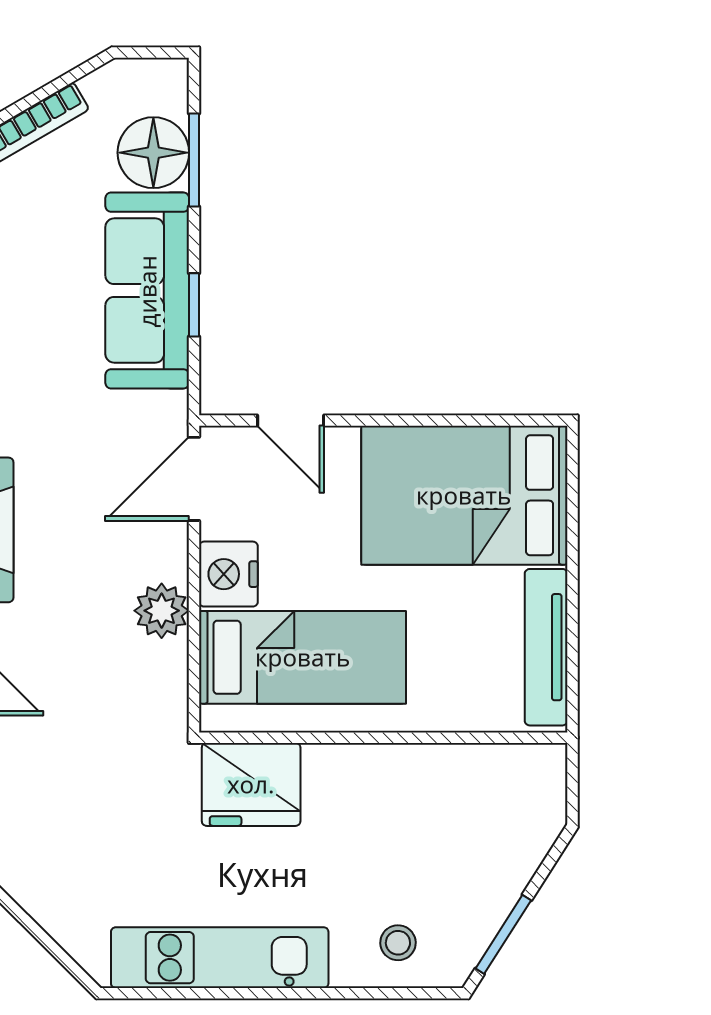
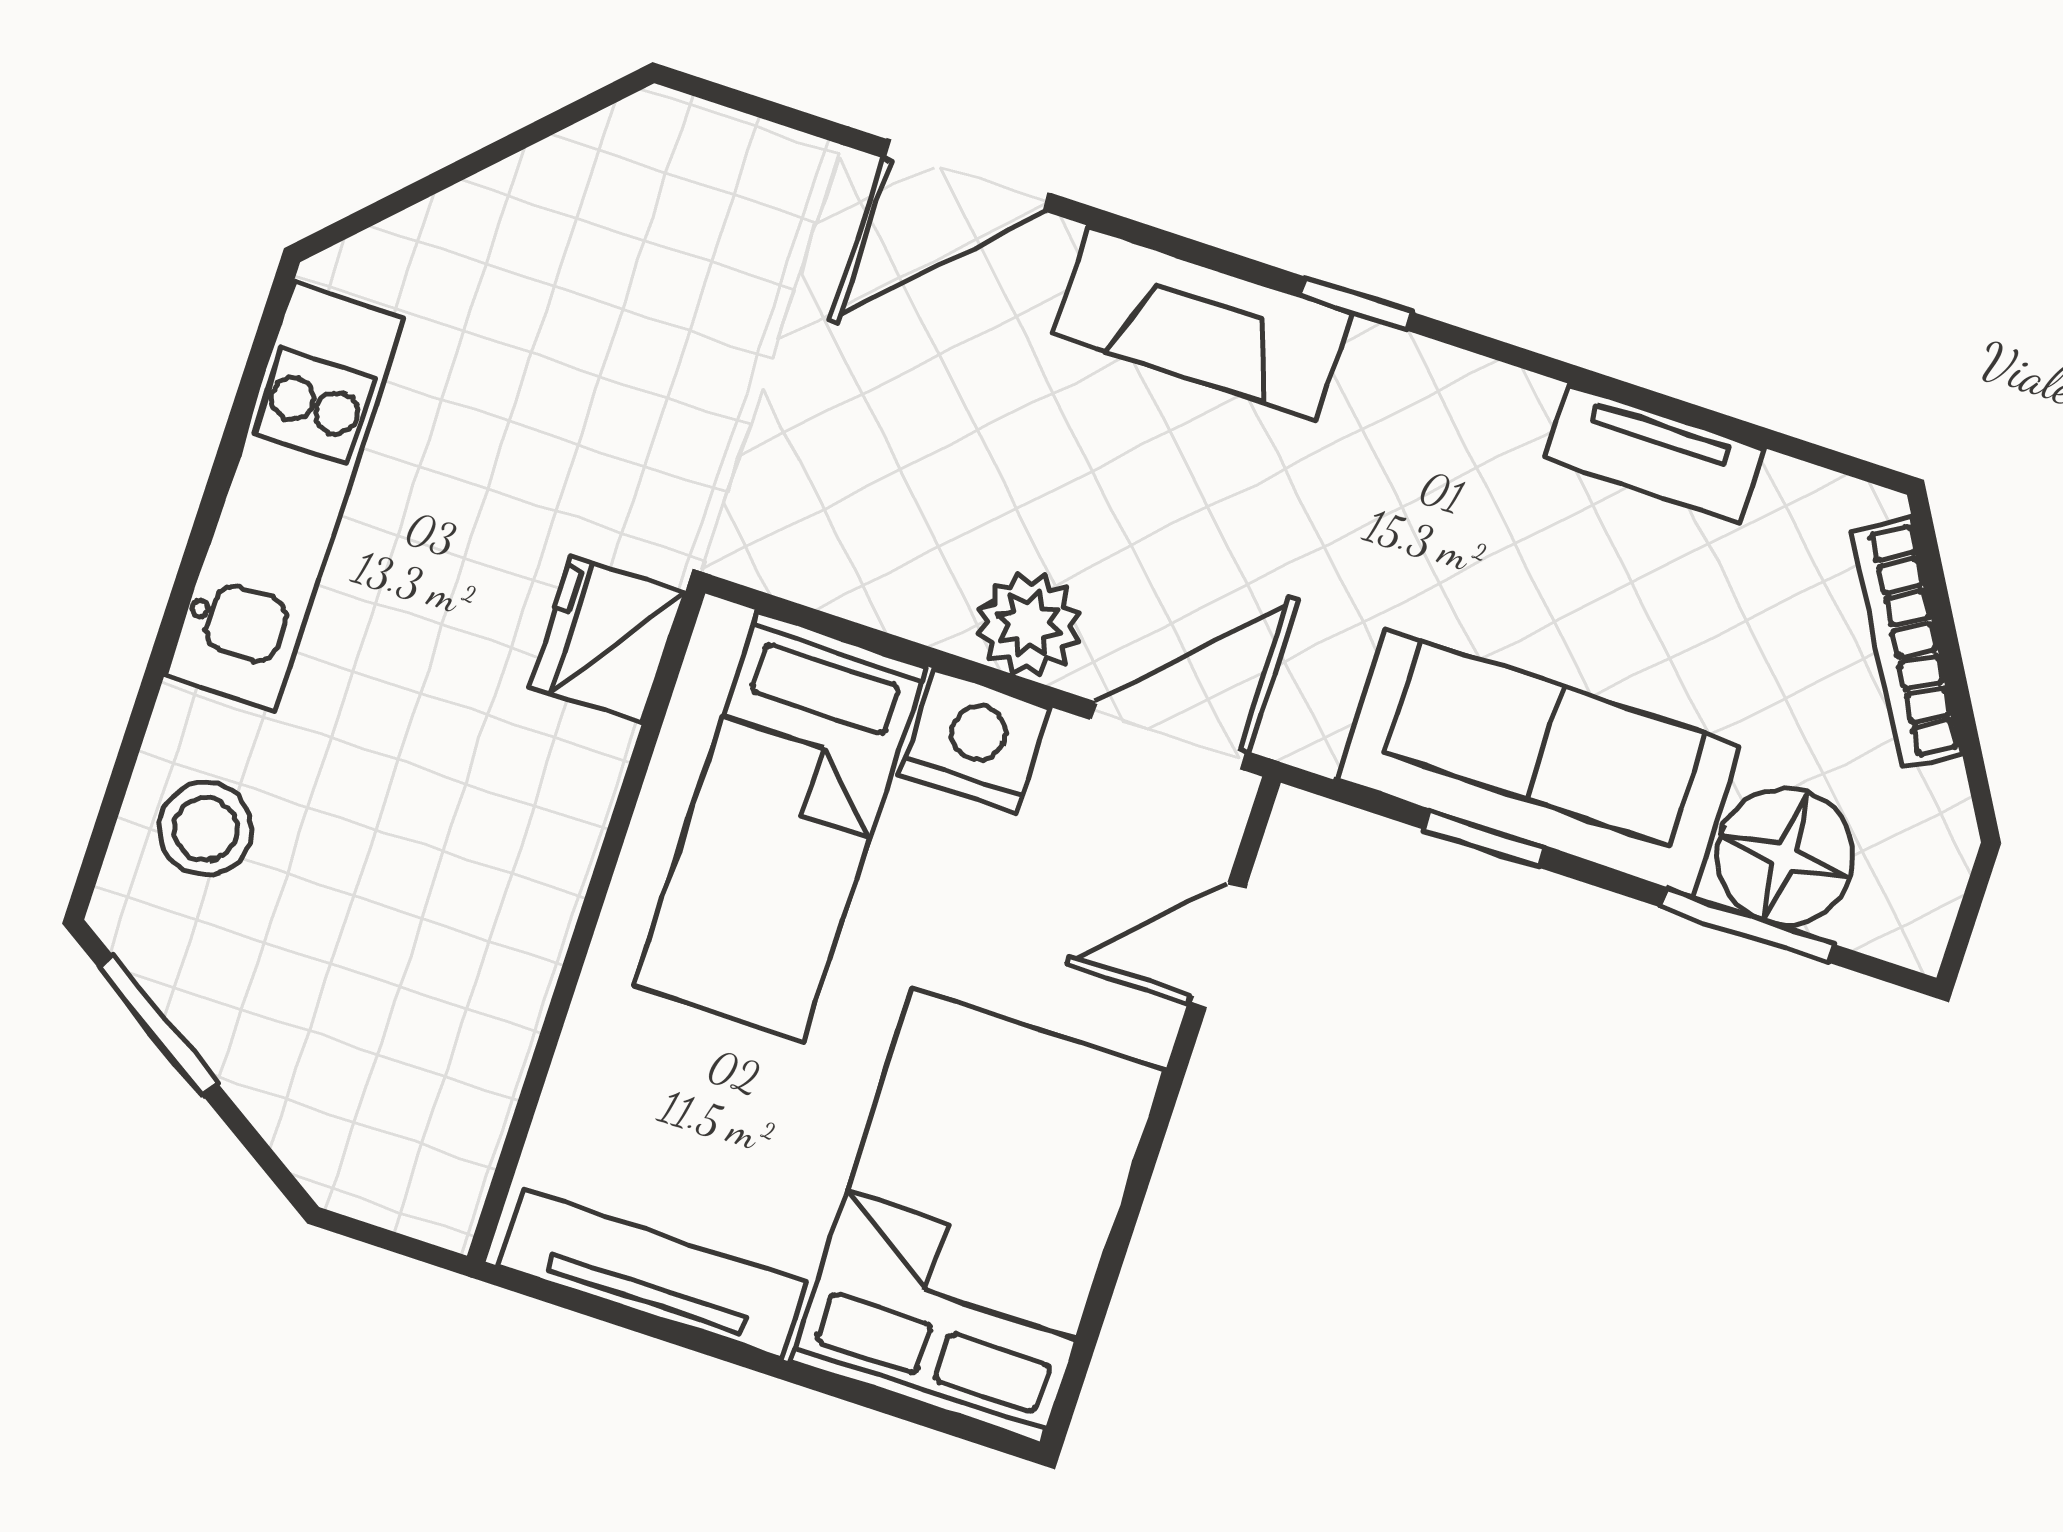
door: (194, 479) -> (1169, 736), hinge flipped
plant: (162, 611) -> (1029, 624), moved
fridge: (251, 784) -> (607, 639), width x0.73, depth x0.75
stool: (398, 943) -> (205, 829), width x1.37, depth x1.37

